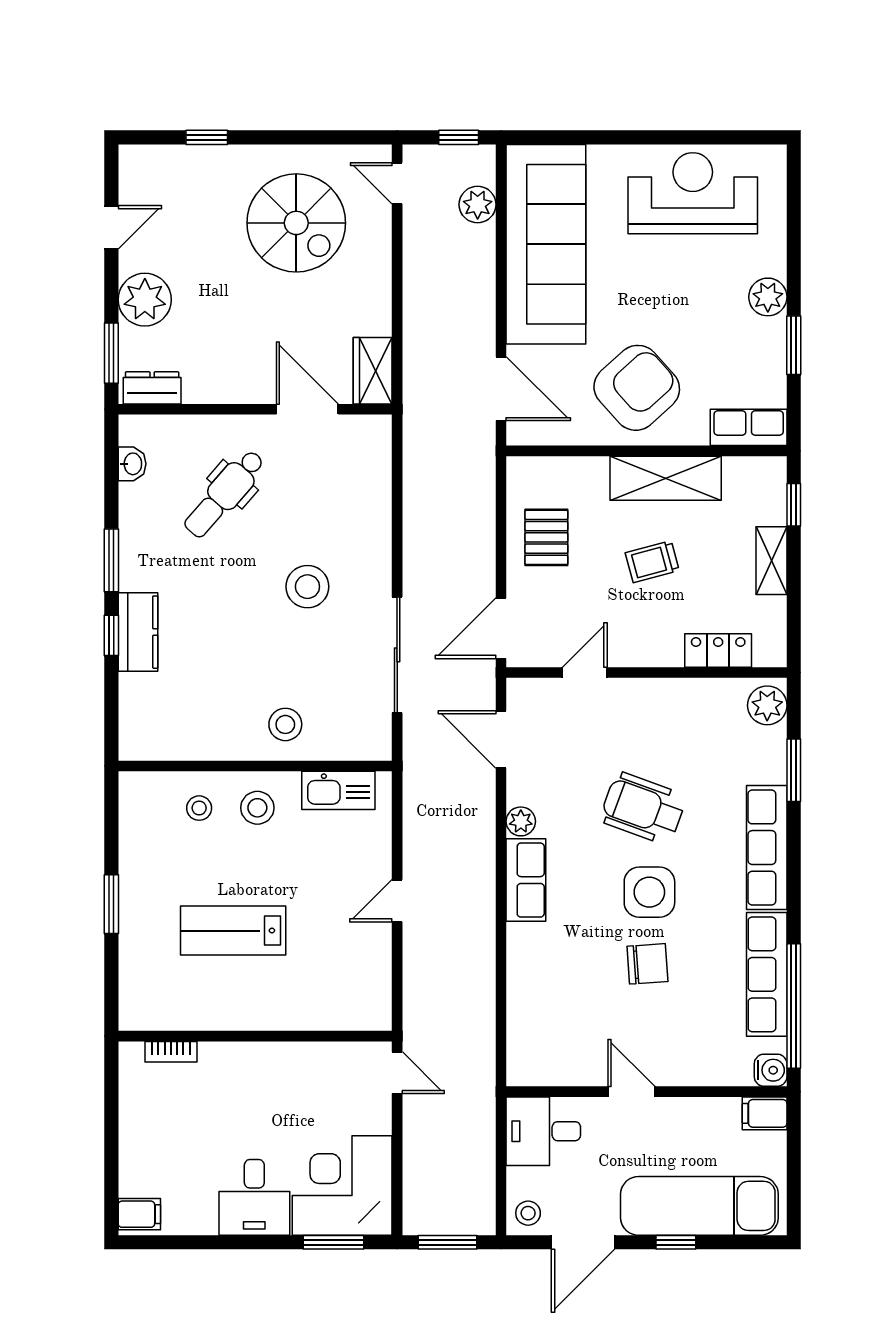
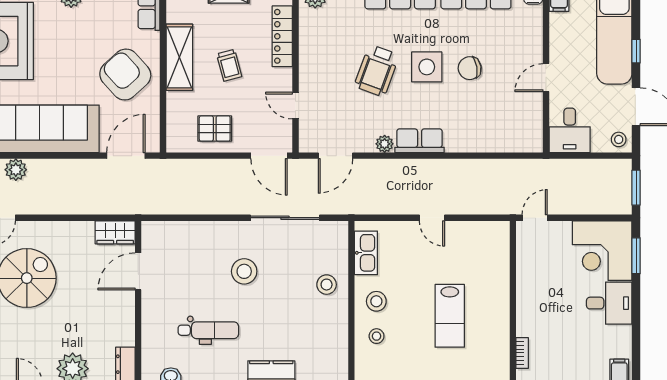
dental chair: (224, 494) -> (208, 330), moved, turned -41
locker: (718, 650) -> (282, 36), width x1.53
chair: (647, 964) -> (470, 68), turned -96

